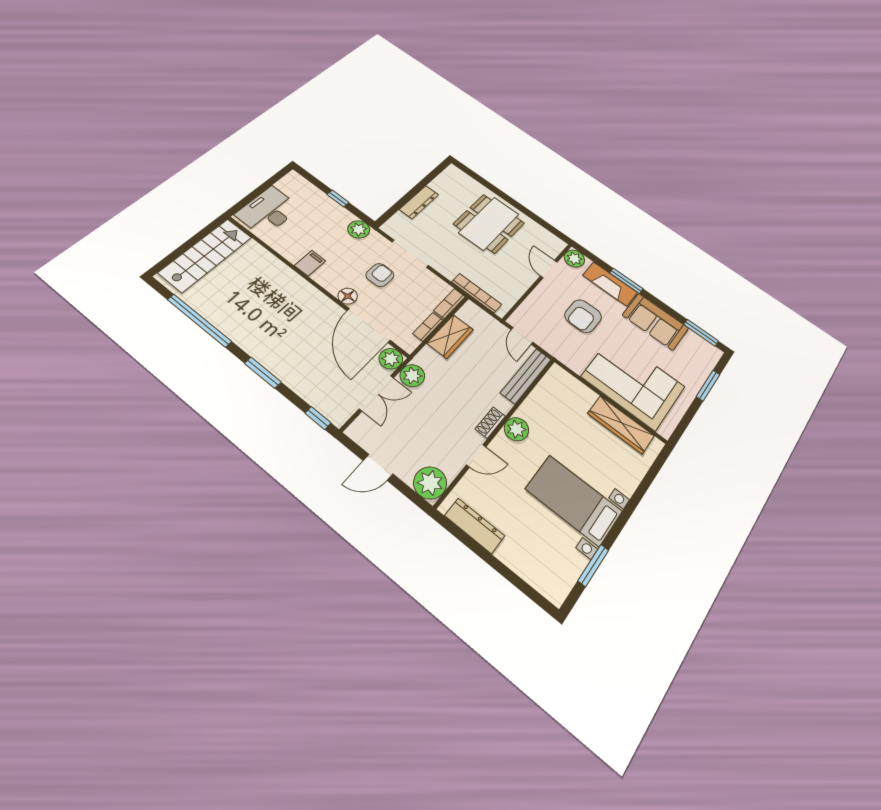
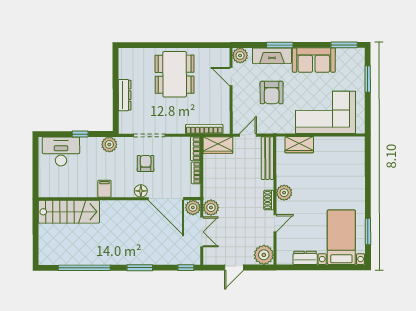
desk: (268, 211) -> (61, 151), moved, turned 90
stairs: (206, 255) -> (69, 212), moved, turned 90
wardrobe: (450, 336) -> (218, 145), moved, turned 90
door: (522, 336) -> (248, 135), swing flipped
wardrobe: (621, 425) -> (299, 145), moved, width x0.67
bed with nightstands: (574, 500) -> (341, 237), moved, turned 90
dresser: (475, 526) -> (305, 258), width x0.70

